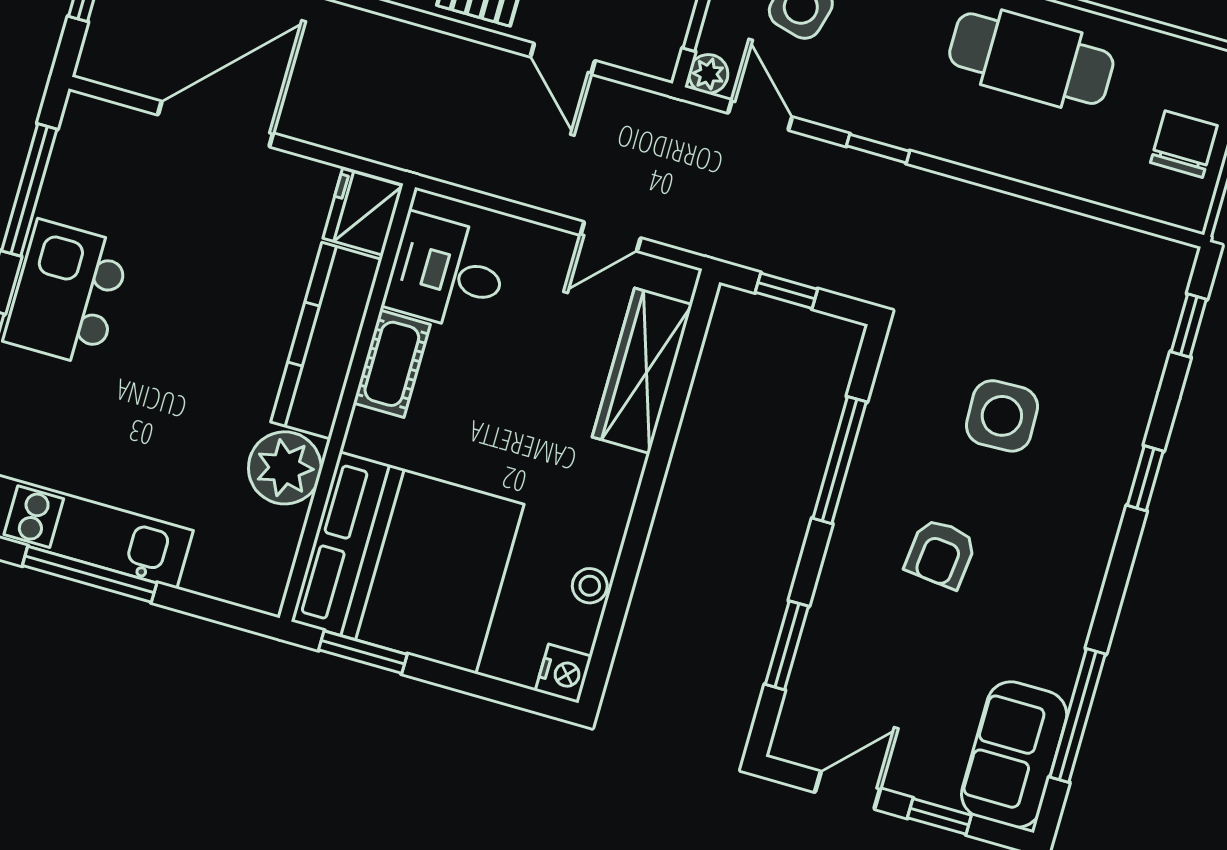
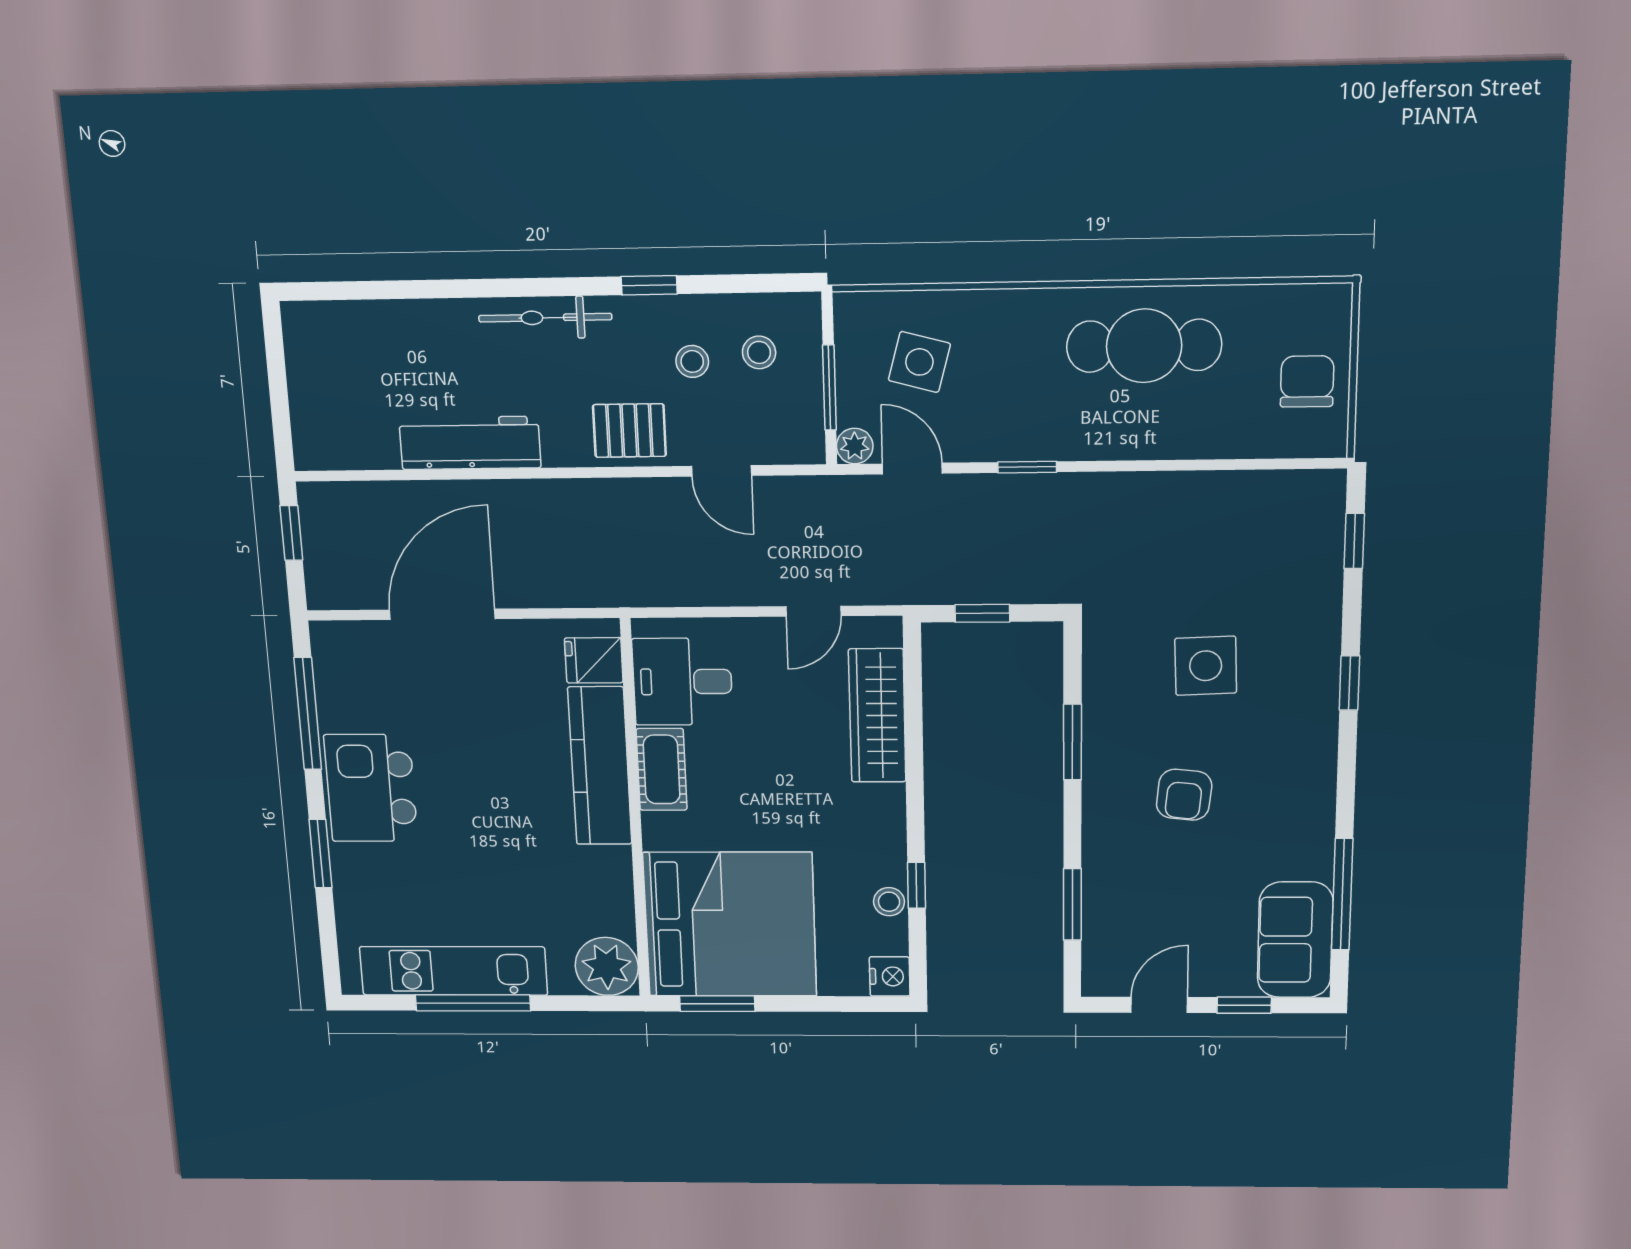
fridge: (363, 212) -> (594, 660), width x0.72
window: (840, 460) -> (1072, 742), width x0.69
plant: (285, 468) -> (607, 966), moved
window: (625, 575) -> (916, 885), added

